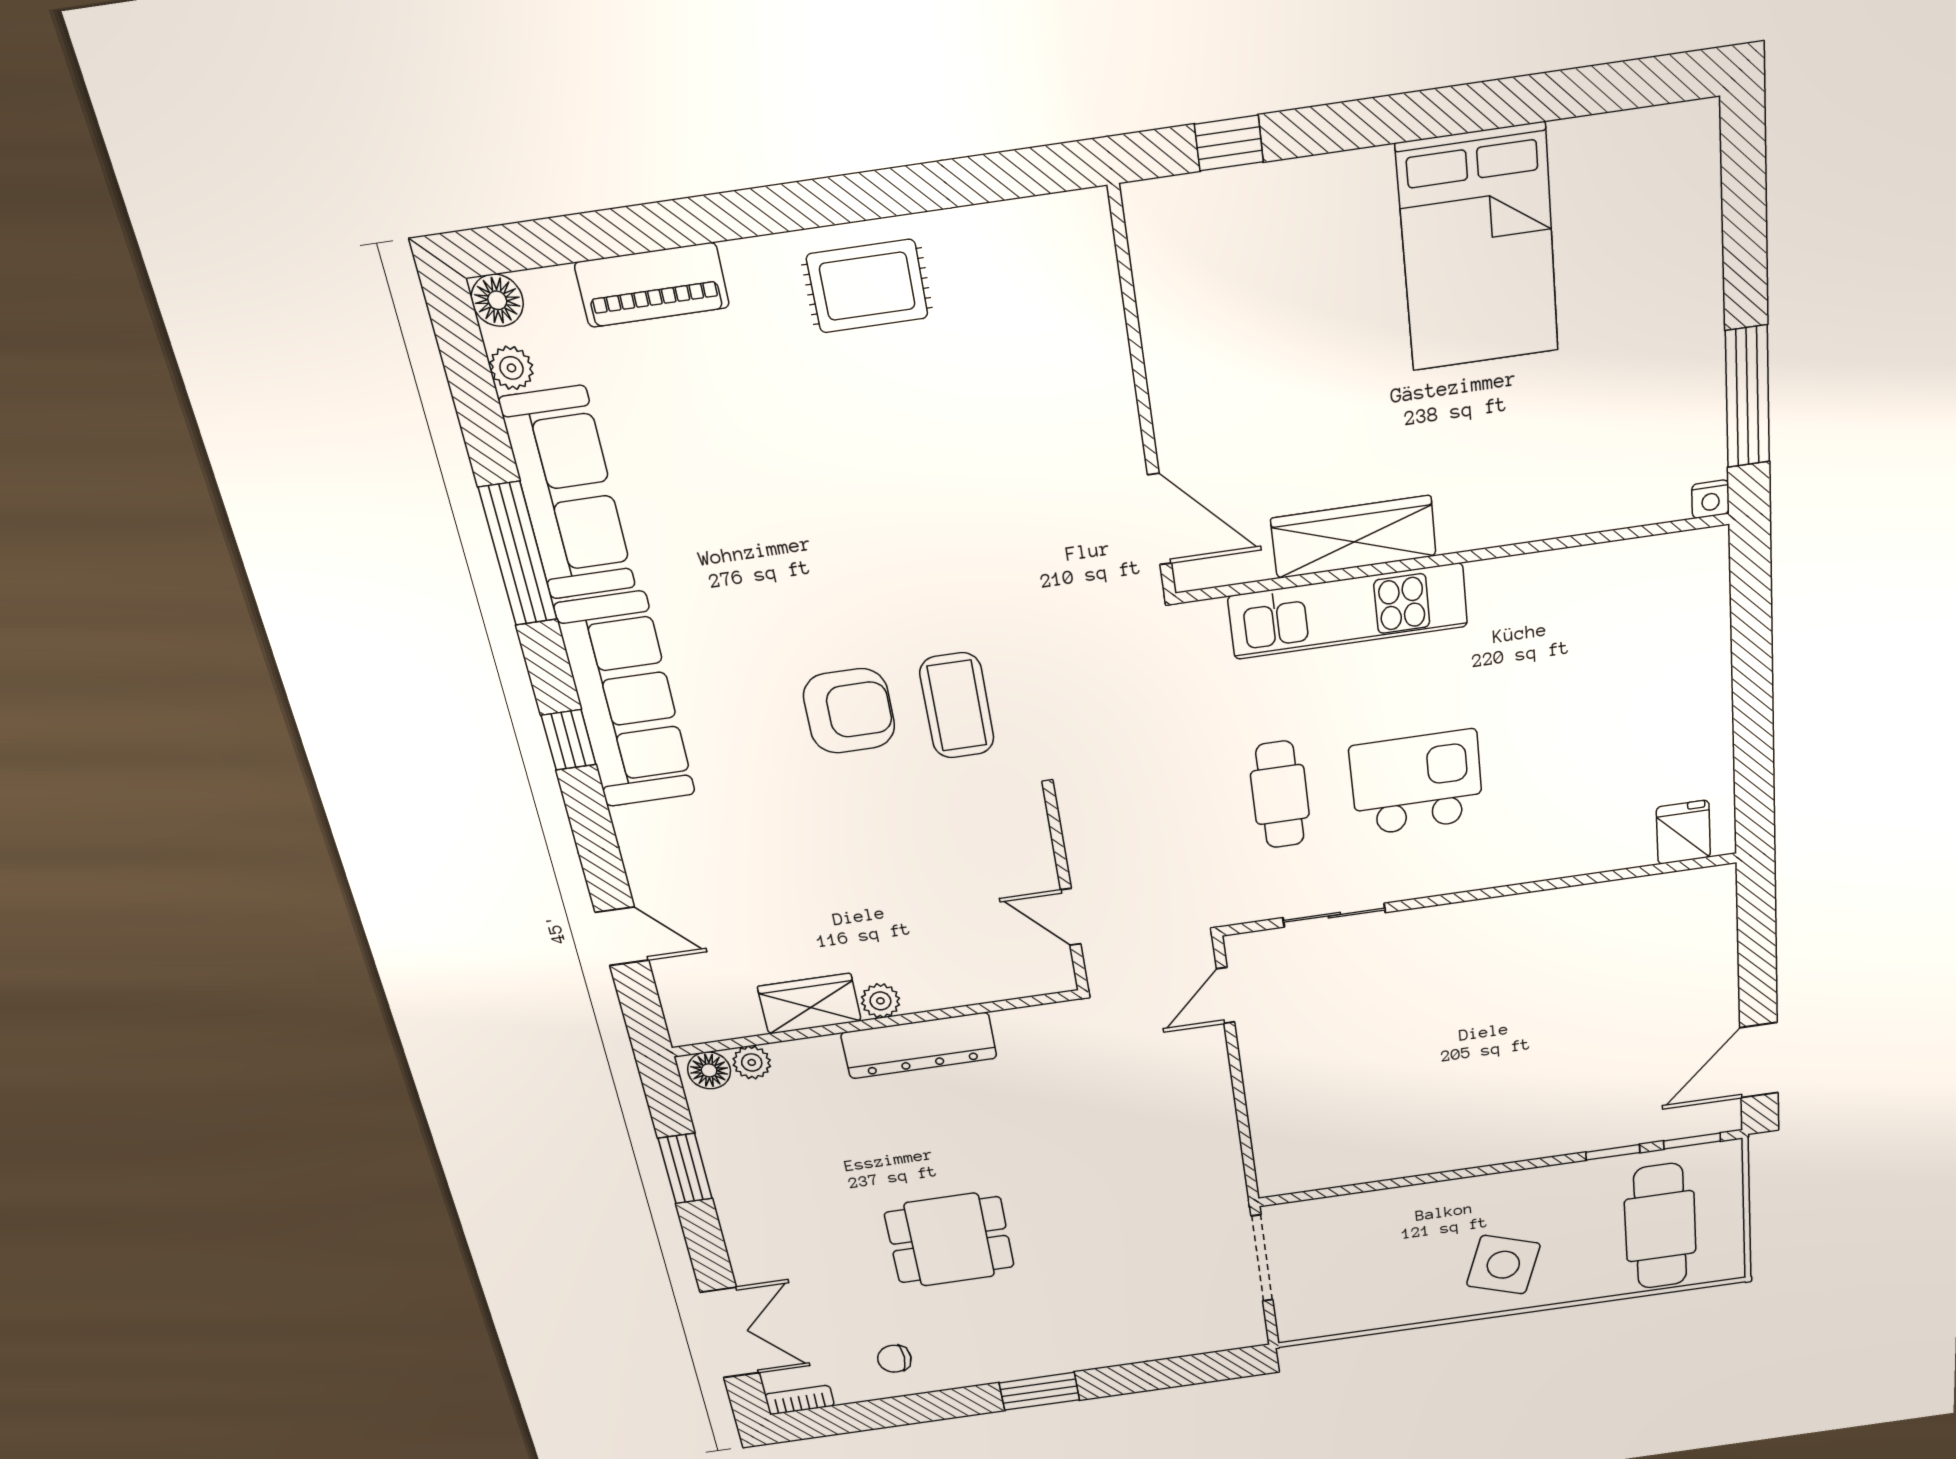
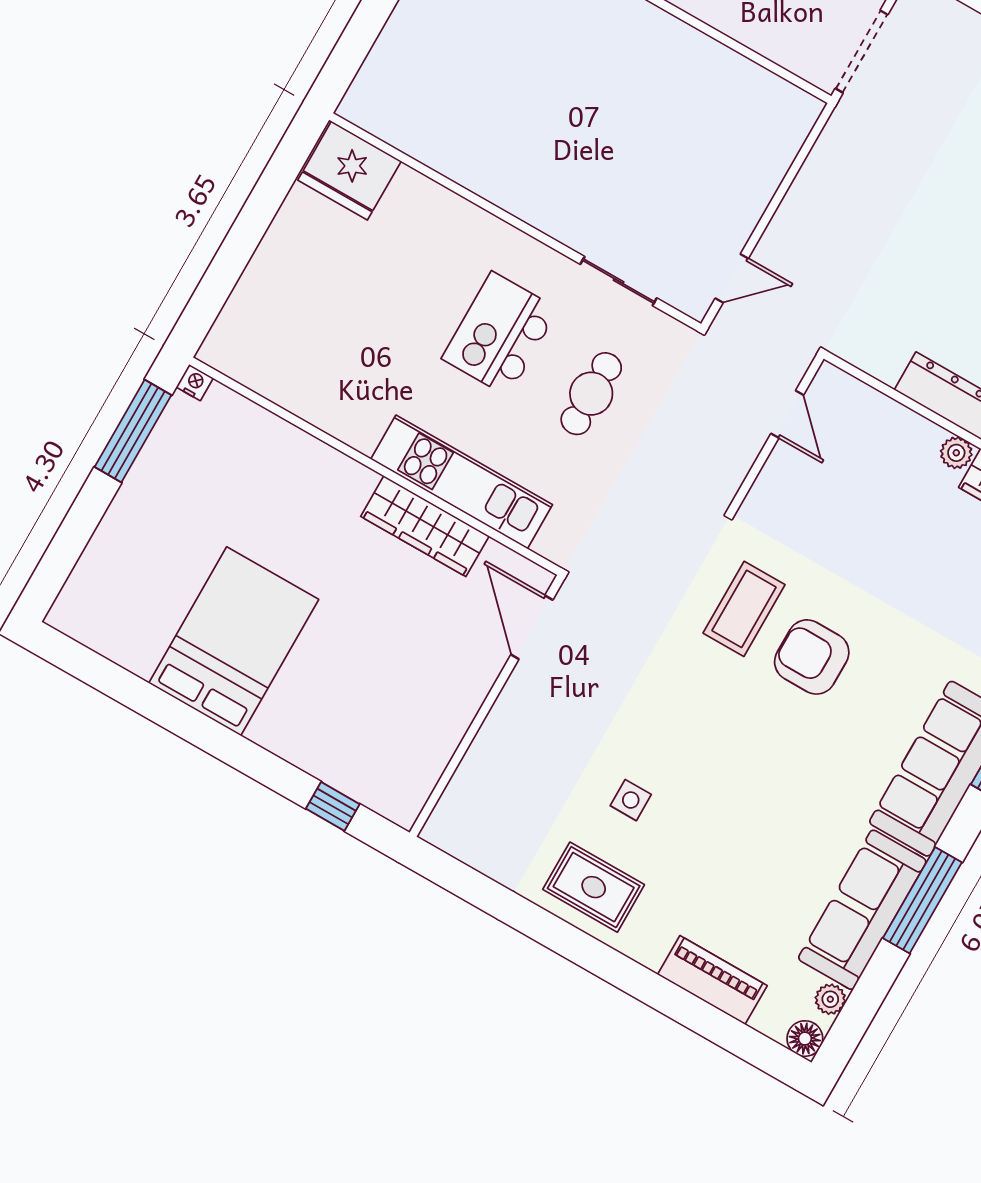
side table: (907, 417) -> (631, 800), added
kitchen island: (1416, 783) -> (500, 334), turned 90
fridge: (1683, 832) -> (349, 171), width x1.88, depth x1.34

